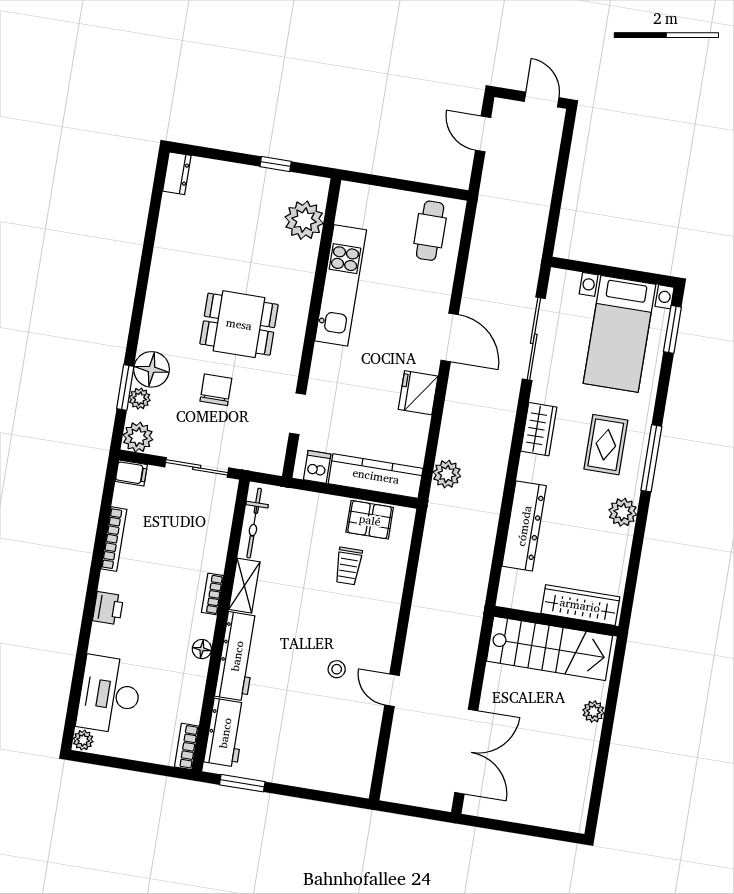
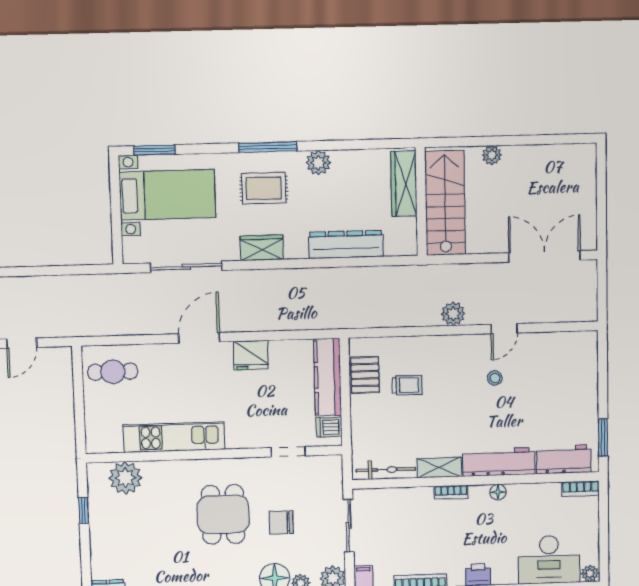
plant: (447, 474) -> (453, 314), moved

